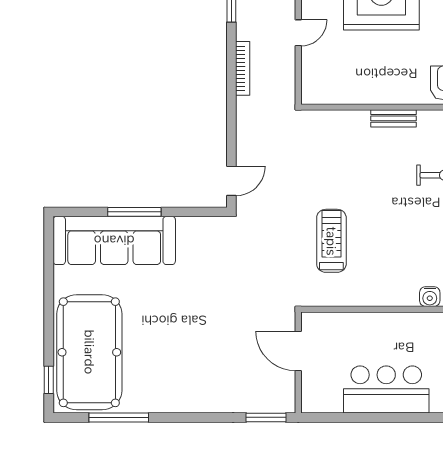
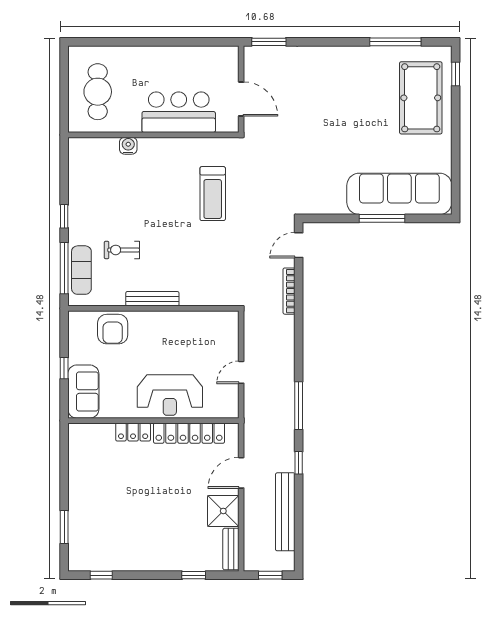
bookcase: (243, 68) -> (289, 291), moved
bench: (393, 118) -> (152, 299), width x1.36
pool table: (89, 352) -> (421, 98), width x0.73, depth x0.76
bar counter: (386, 389) -> (179, 112), moved, turned 180

